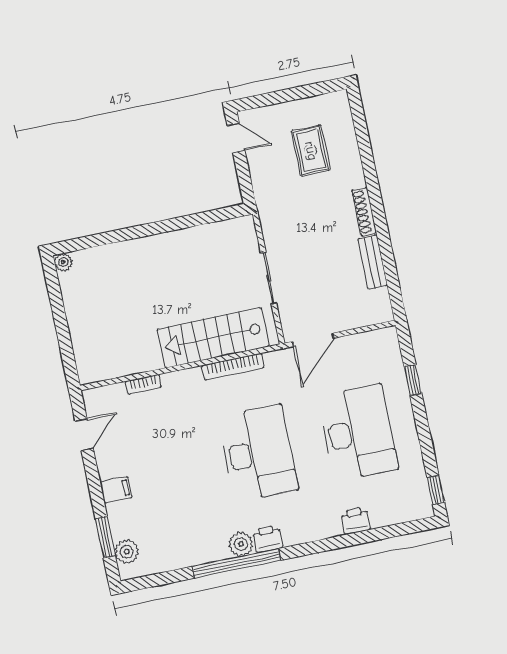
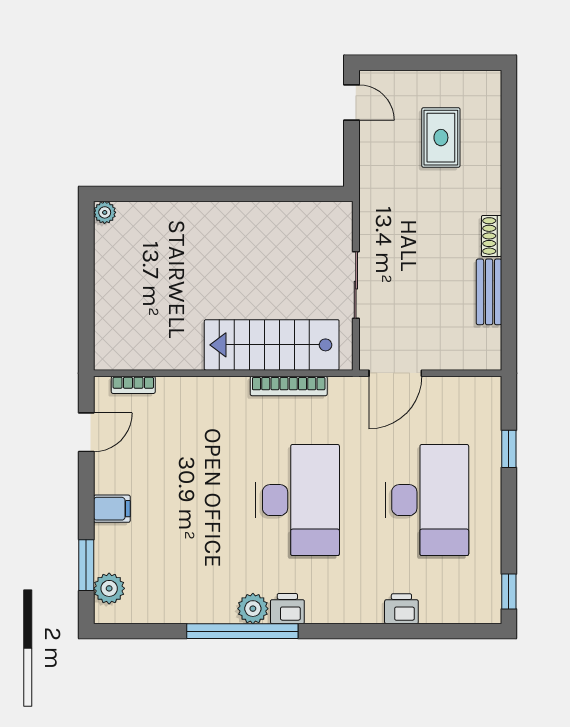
shoe rack: (364, 212) -> (492, 236), width x0.70
bookcase: (143, 384) -> (133, 385), moved

